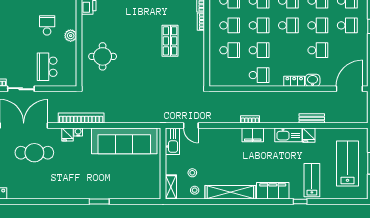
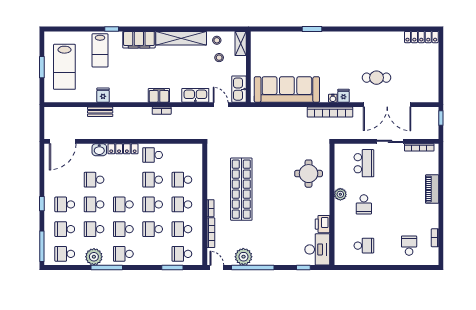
shop shelf: (170, 41) -> (241, 189), width x2.00, depth x1.36
locker: (294, 81) -> (123, 149), width x1.53
kitchen sink: (288, 135) -> (195, 95), moved
cafe table: (34, 153) -> (376, 78), width x0.73, depth x0.74

